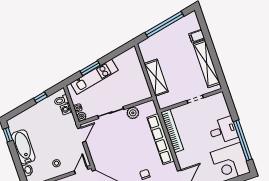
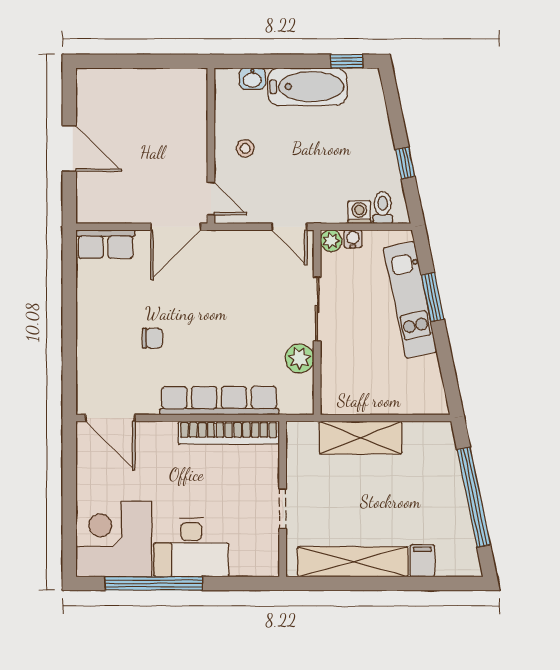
desk: (223, 130) -> (191, 547), width x1.37

